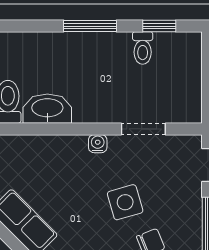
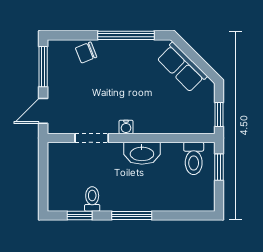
washbasin: (47, 109) -> (142, 153), moved
side table: (125, 202) -> (105, 83), removed

